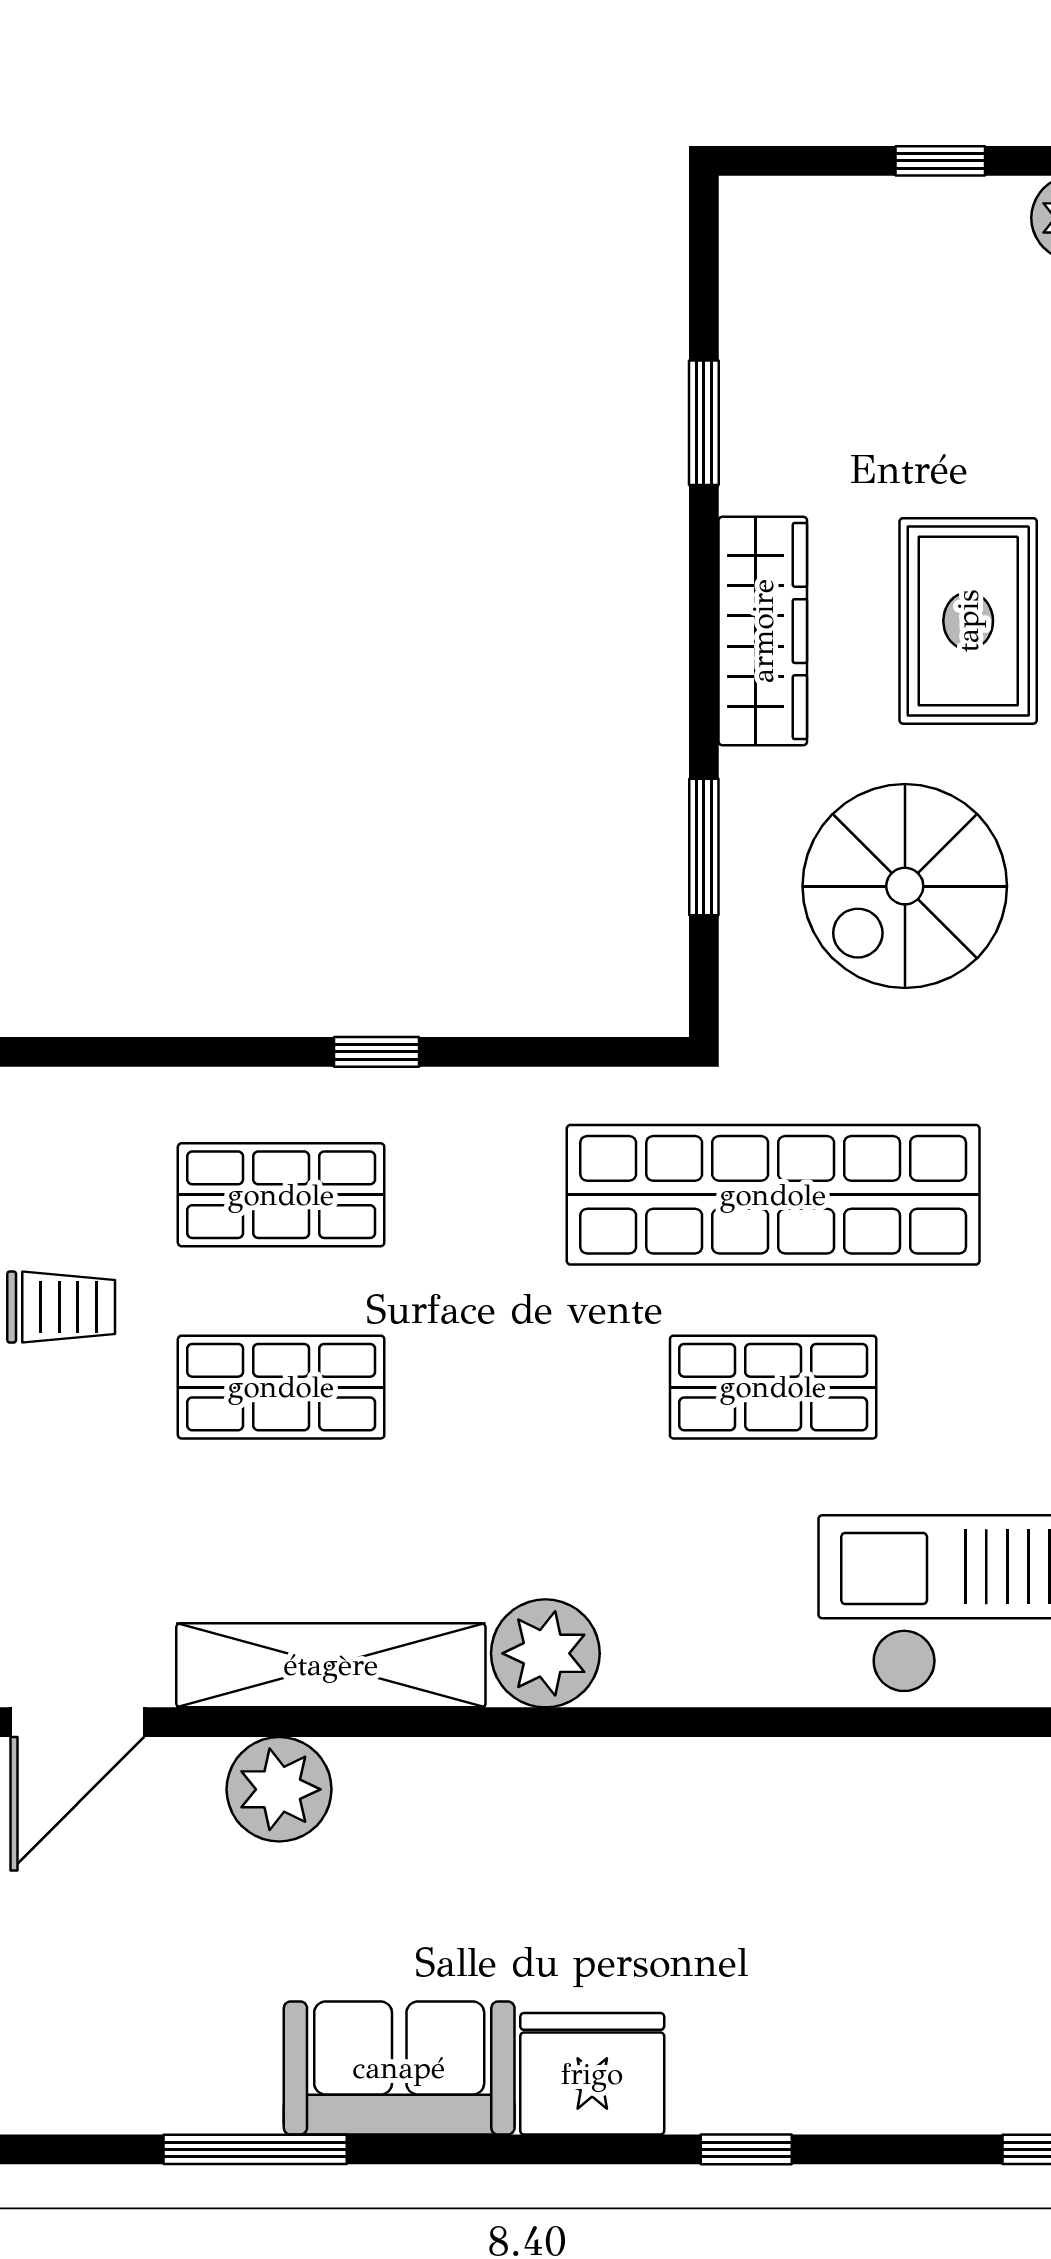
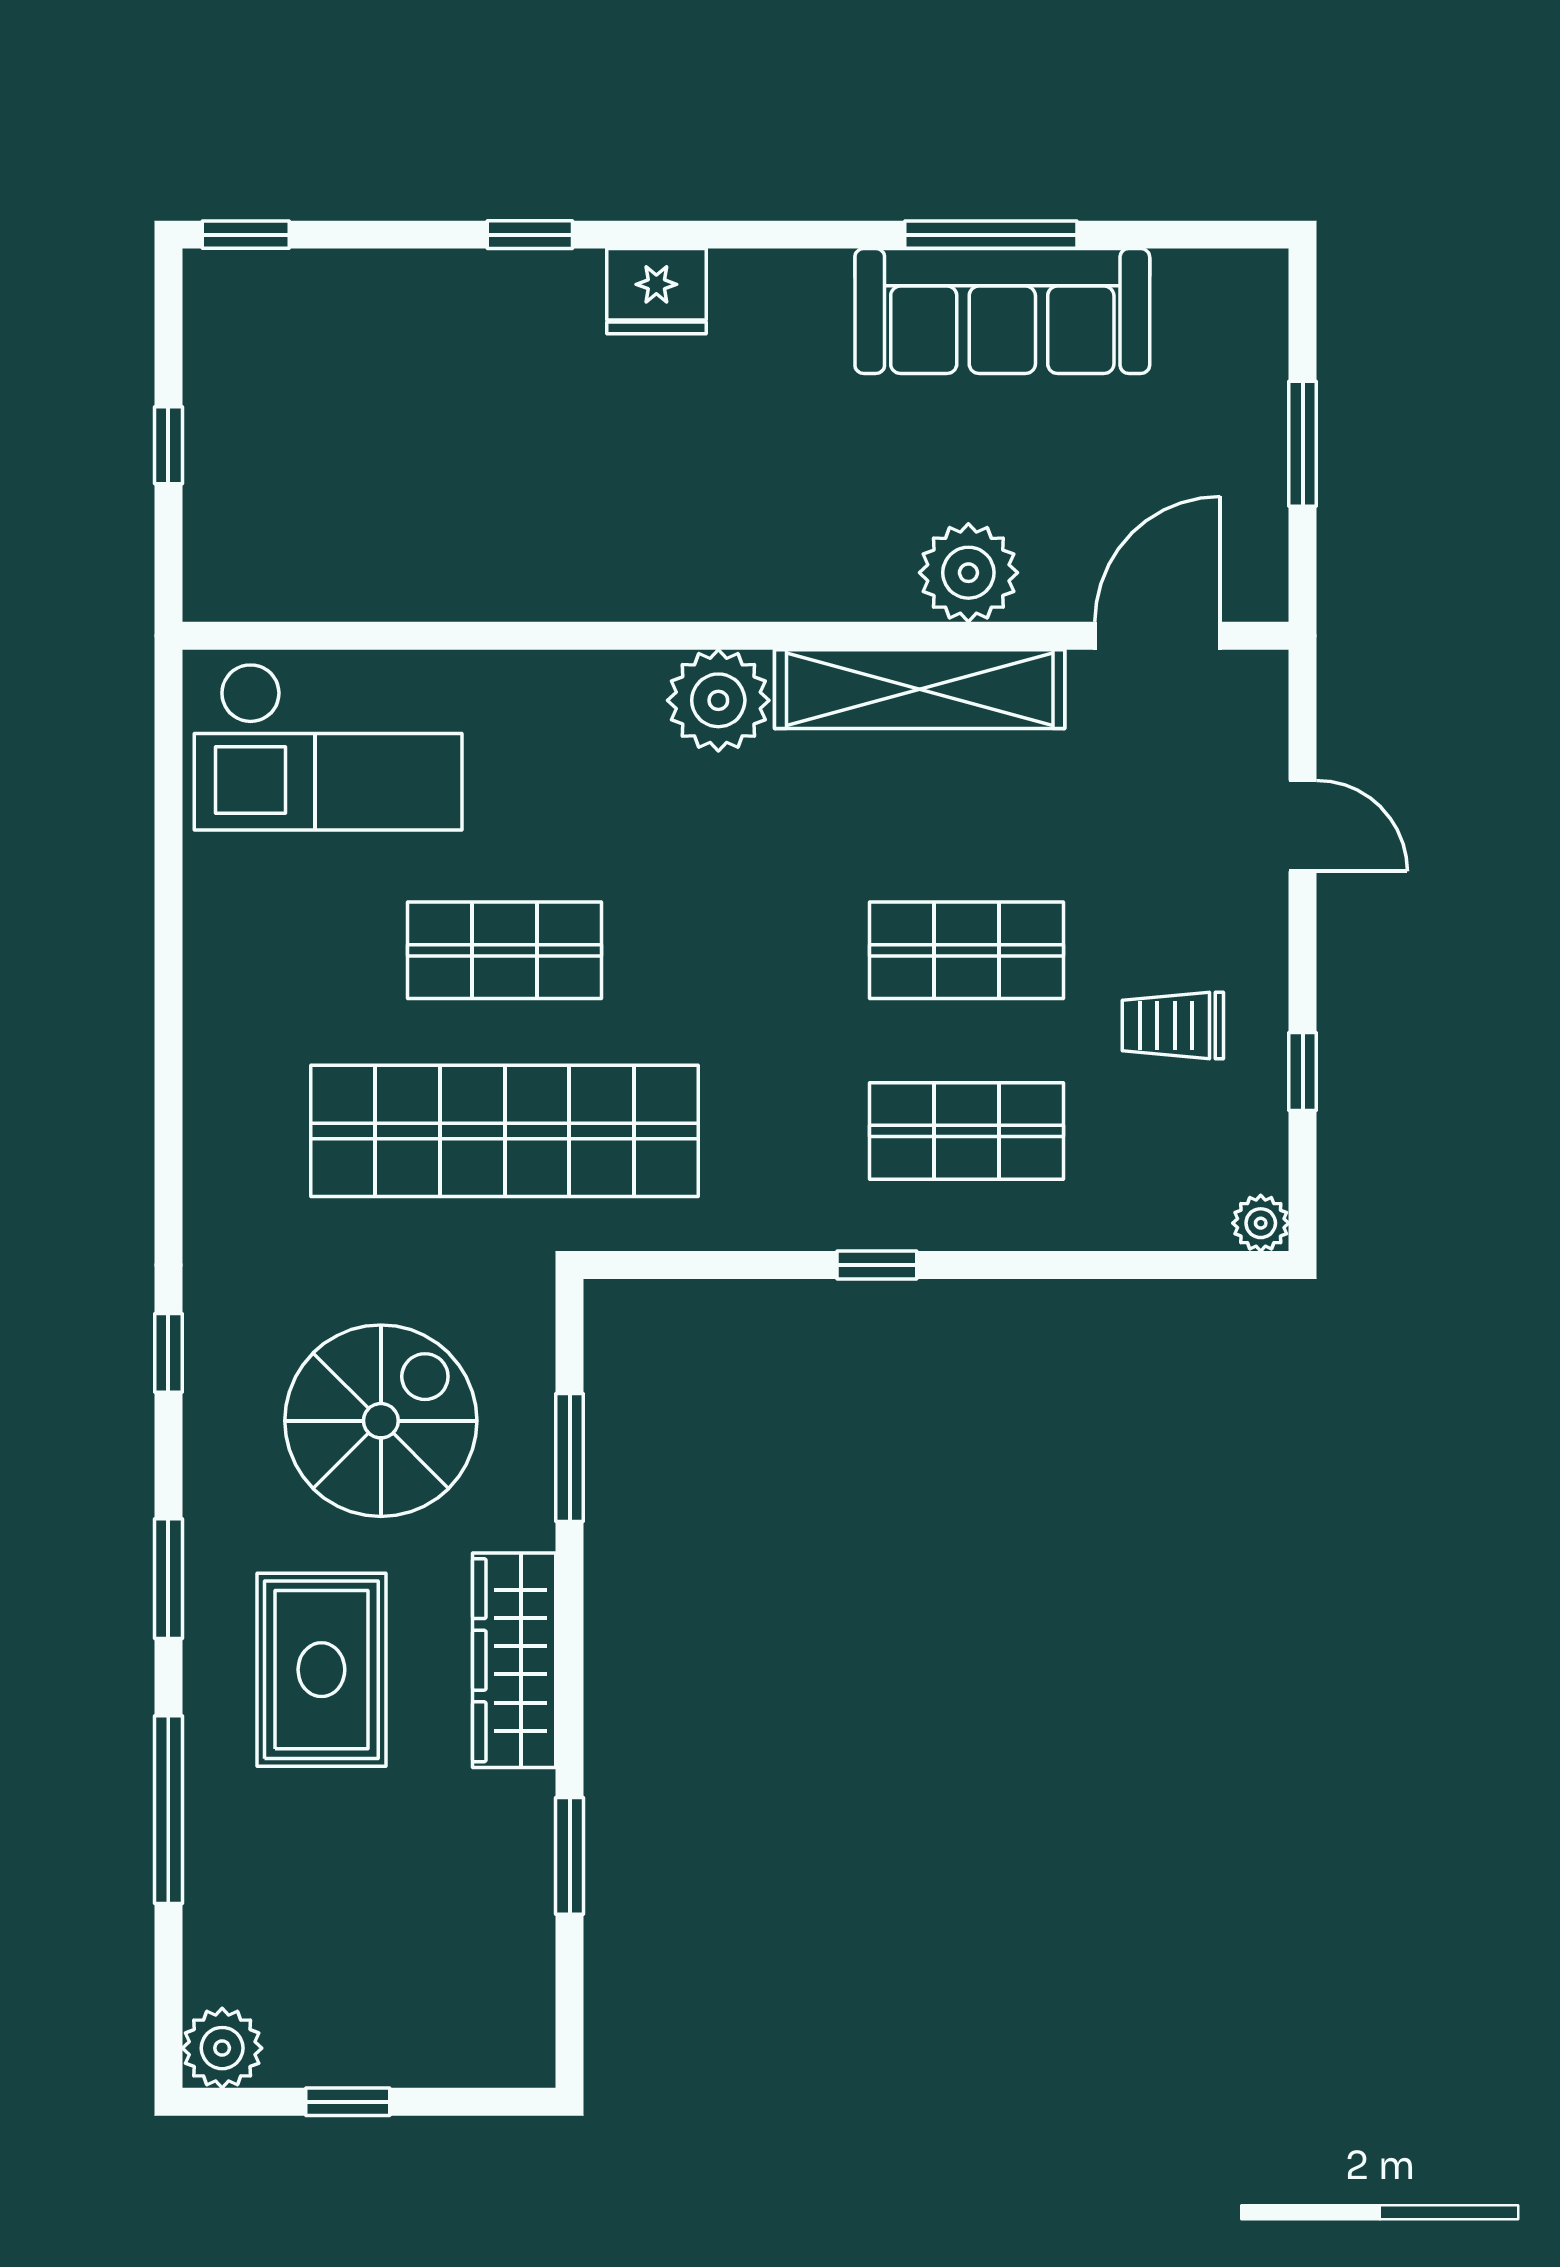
sofa: (399, 2068) -> (1002, 311), moved, width x1.36
fridge: (592, 2074) -> (656, 291), width x0.73, depth x0.75

